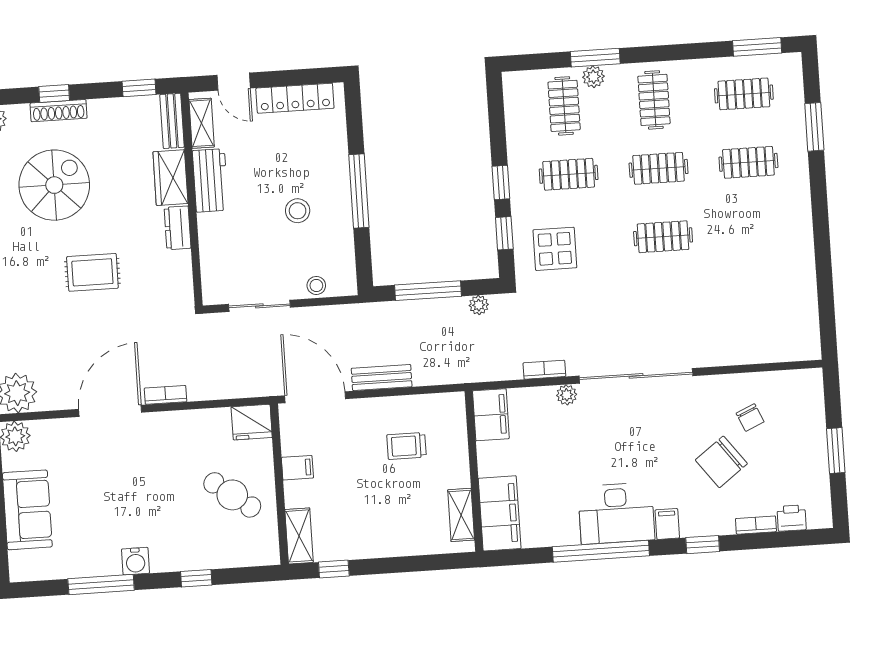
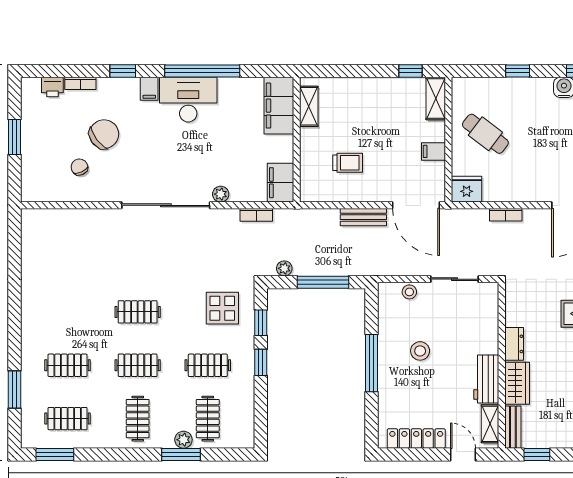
bookcase: (544, 370) -> (256, 215), moved
bookcase: (166, 395) -> (506, 215), moved

